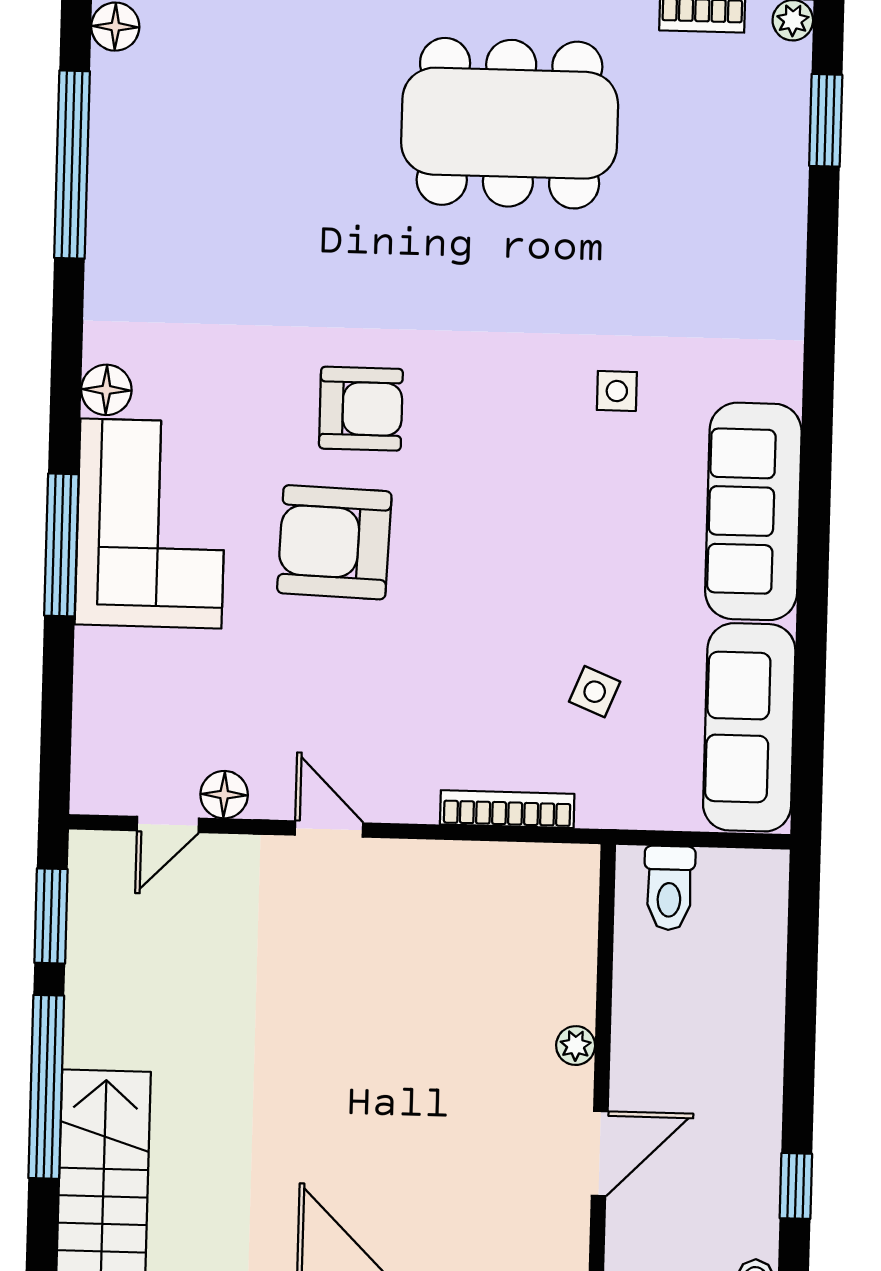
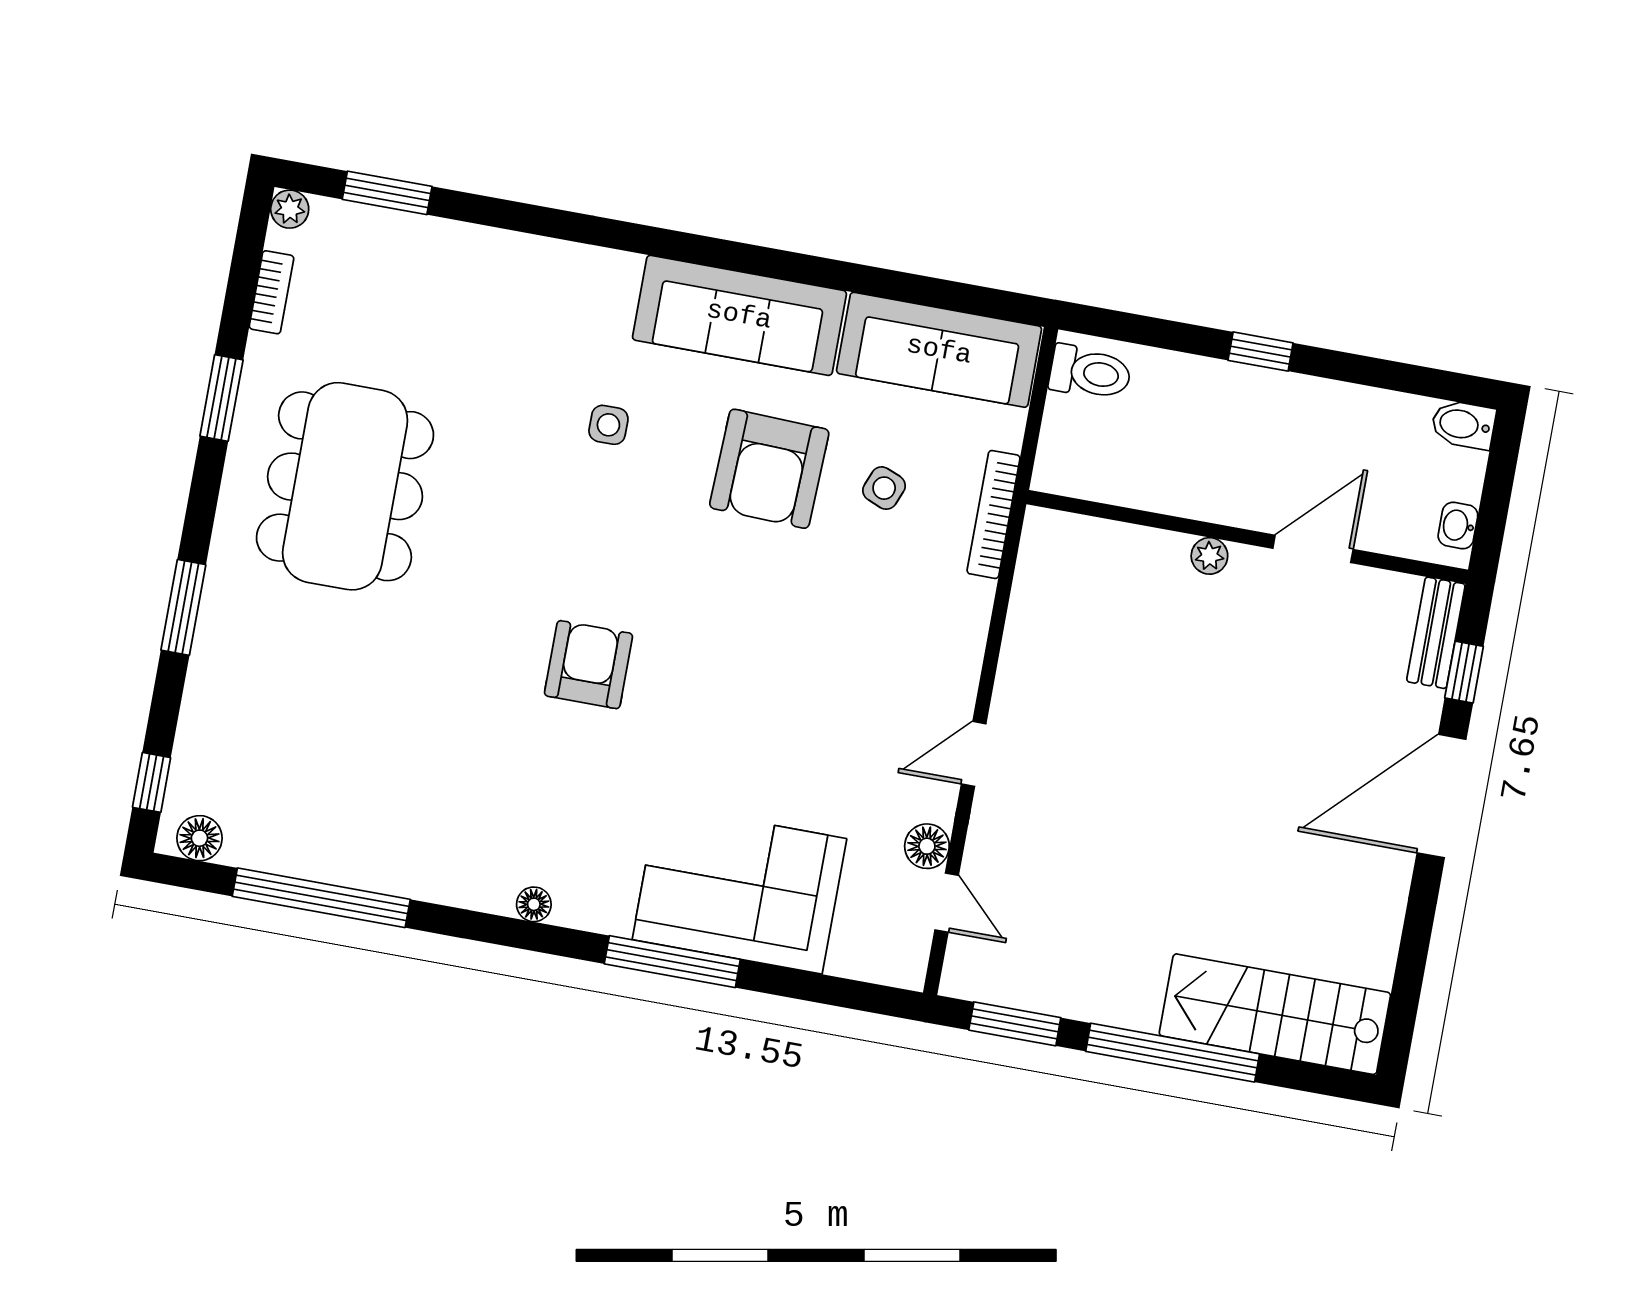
floor lamp: (106, 390) -> (534, 904), width x0.73, depth x0.73
corner sofa: (151, 524) -> (739, 889), moved
armchair: (334, 542) -> (769, 469), moved
bookcase: (507, 809) -> (994, 514), moved
toilet: (669, 888) -> (1090, 373), moved
door: (600, 1153) -> (1313, 549), hinge flipped
window: (796, 1186) -> (1261, 352), moved

